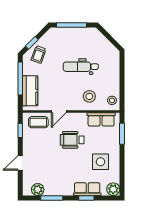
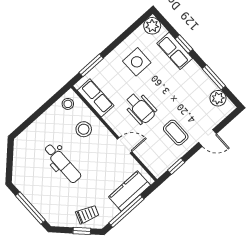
coffee table: (38, 122) -> (176, 133), moved

